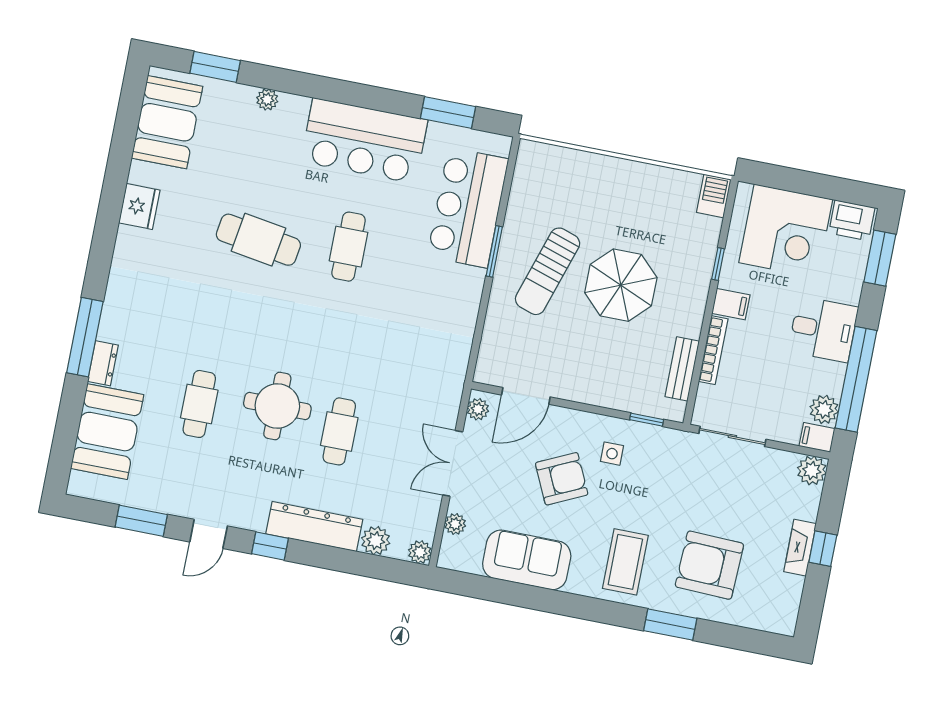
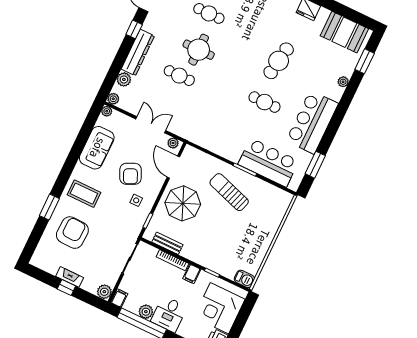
parasol: (621, 285) -> (183, 203), moved
plant: (824, 409) -> (146, 312), moved
plant: (455, 524) -> (107, 111), moved

